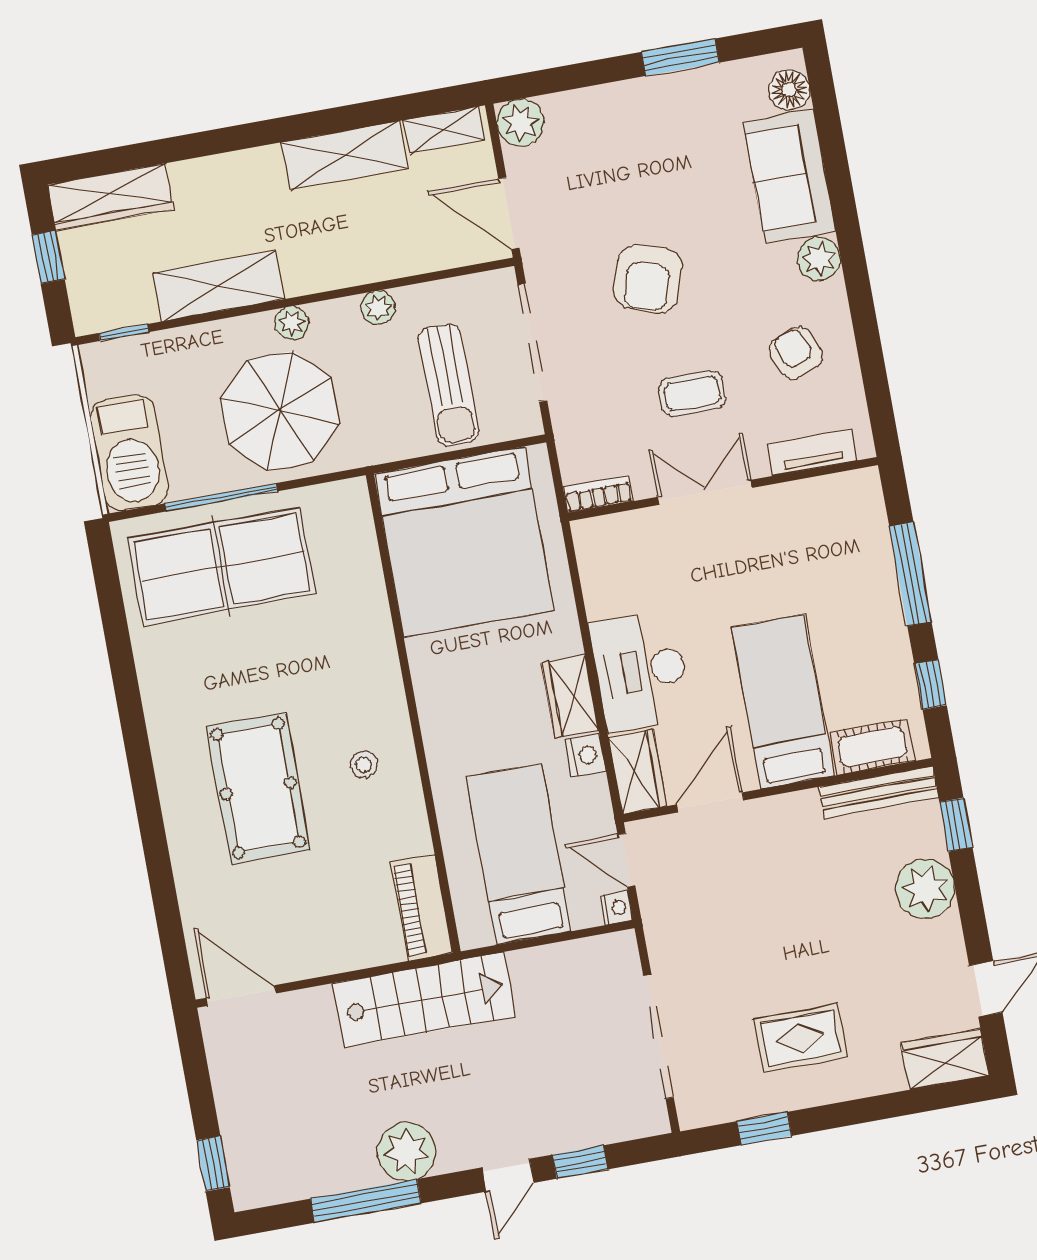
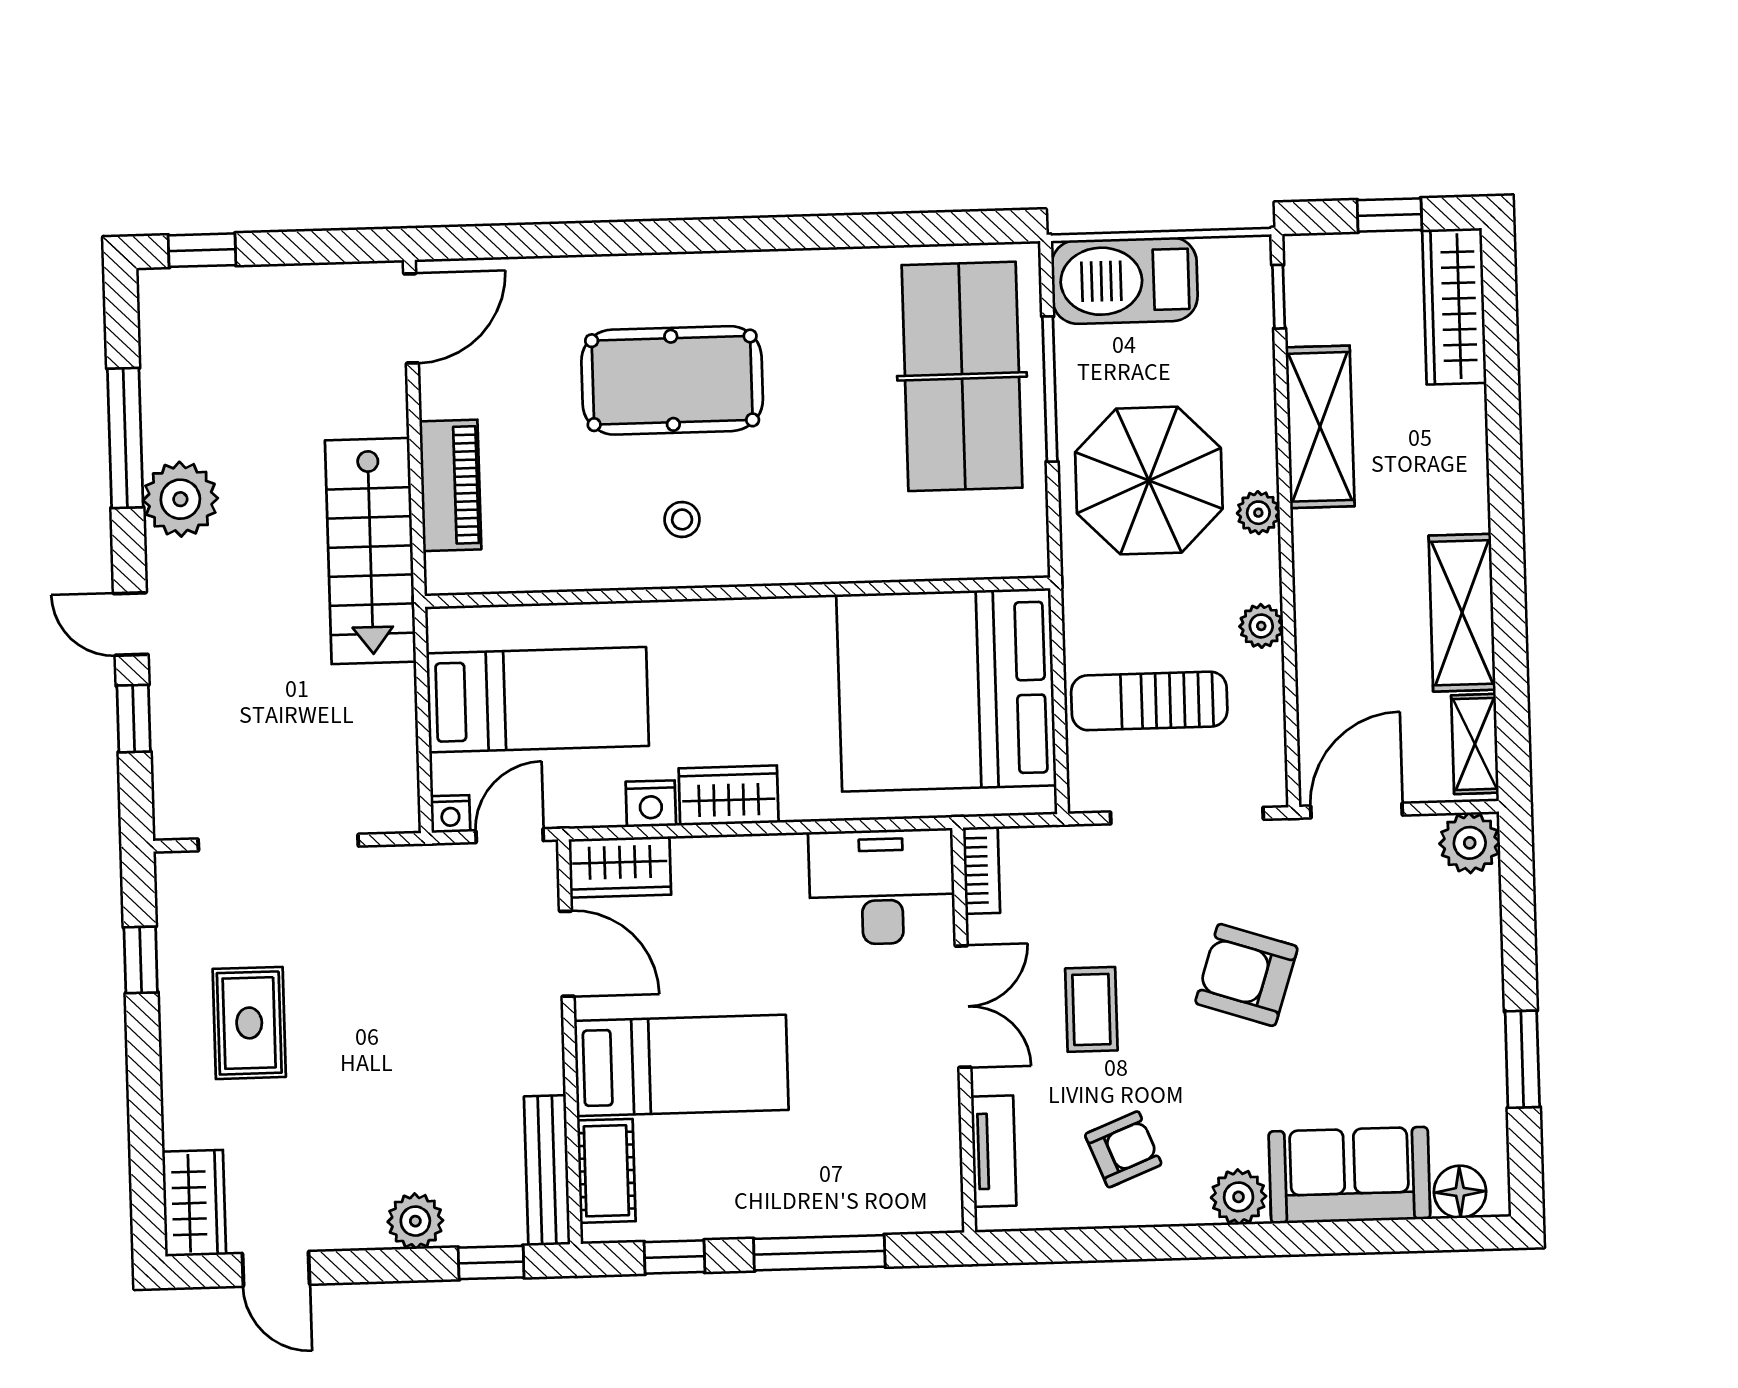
desk: (641, 671) -> (882, 887), moved
plant: (925, 889) -> (415, 1221), width x0.73, depth x0.73
piano: (421, 907) -> (450, 485), moved, turned 90

